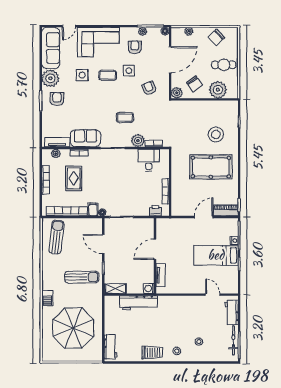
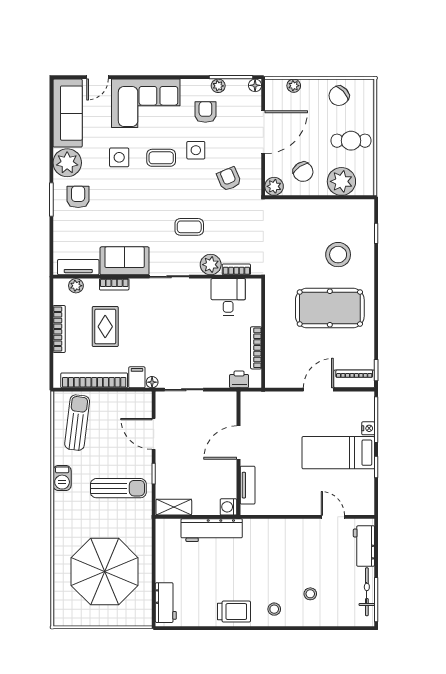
barbecue: (47, 298) -> (62, 478), moved

